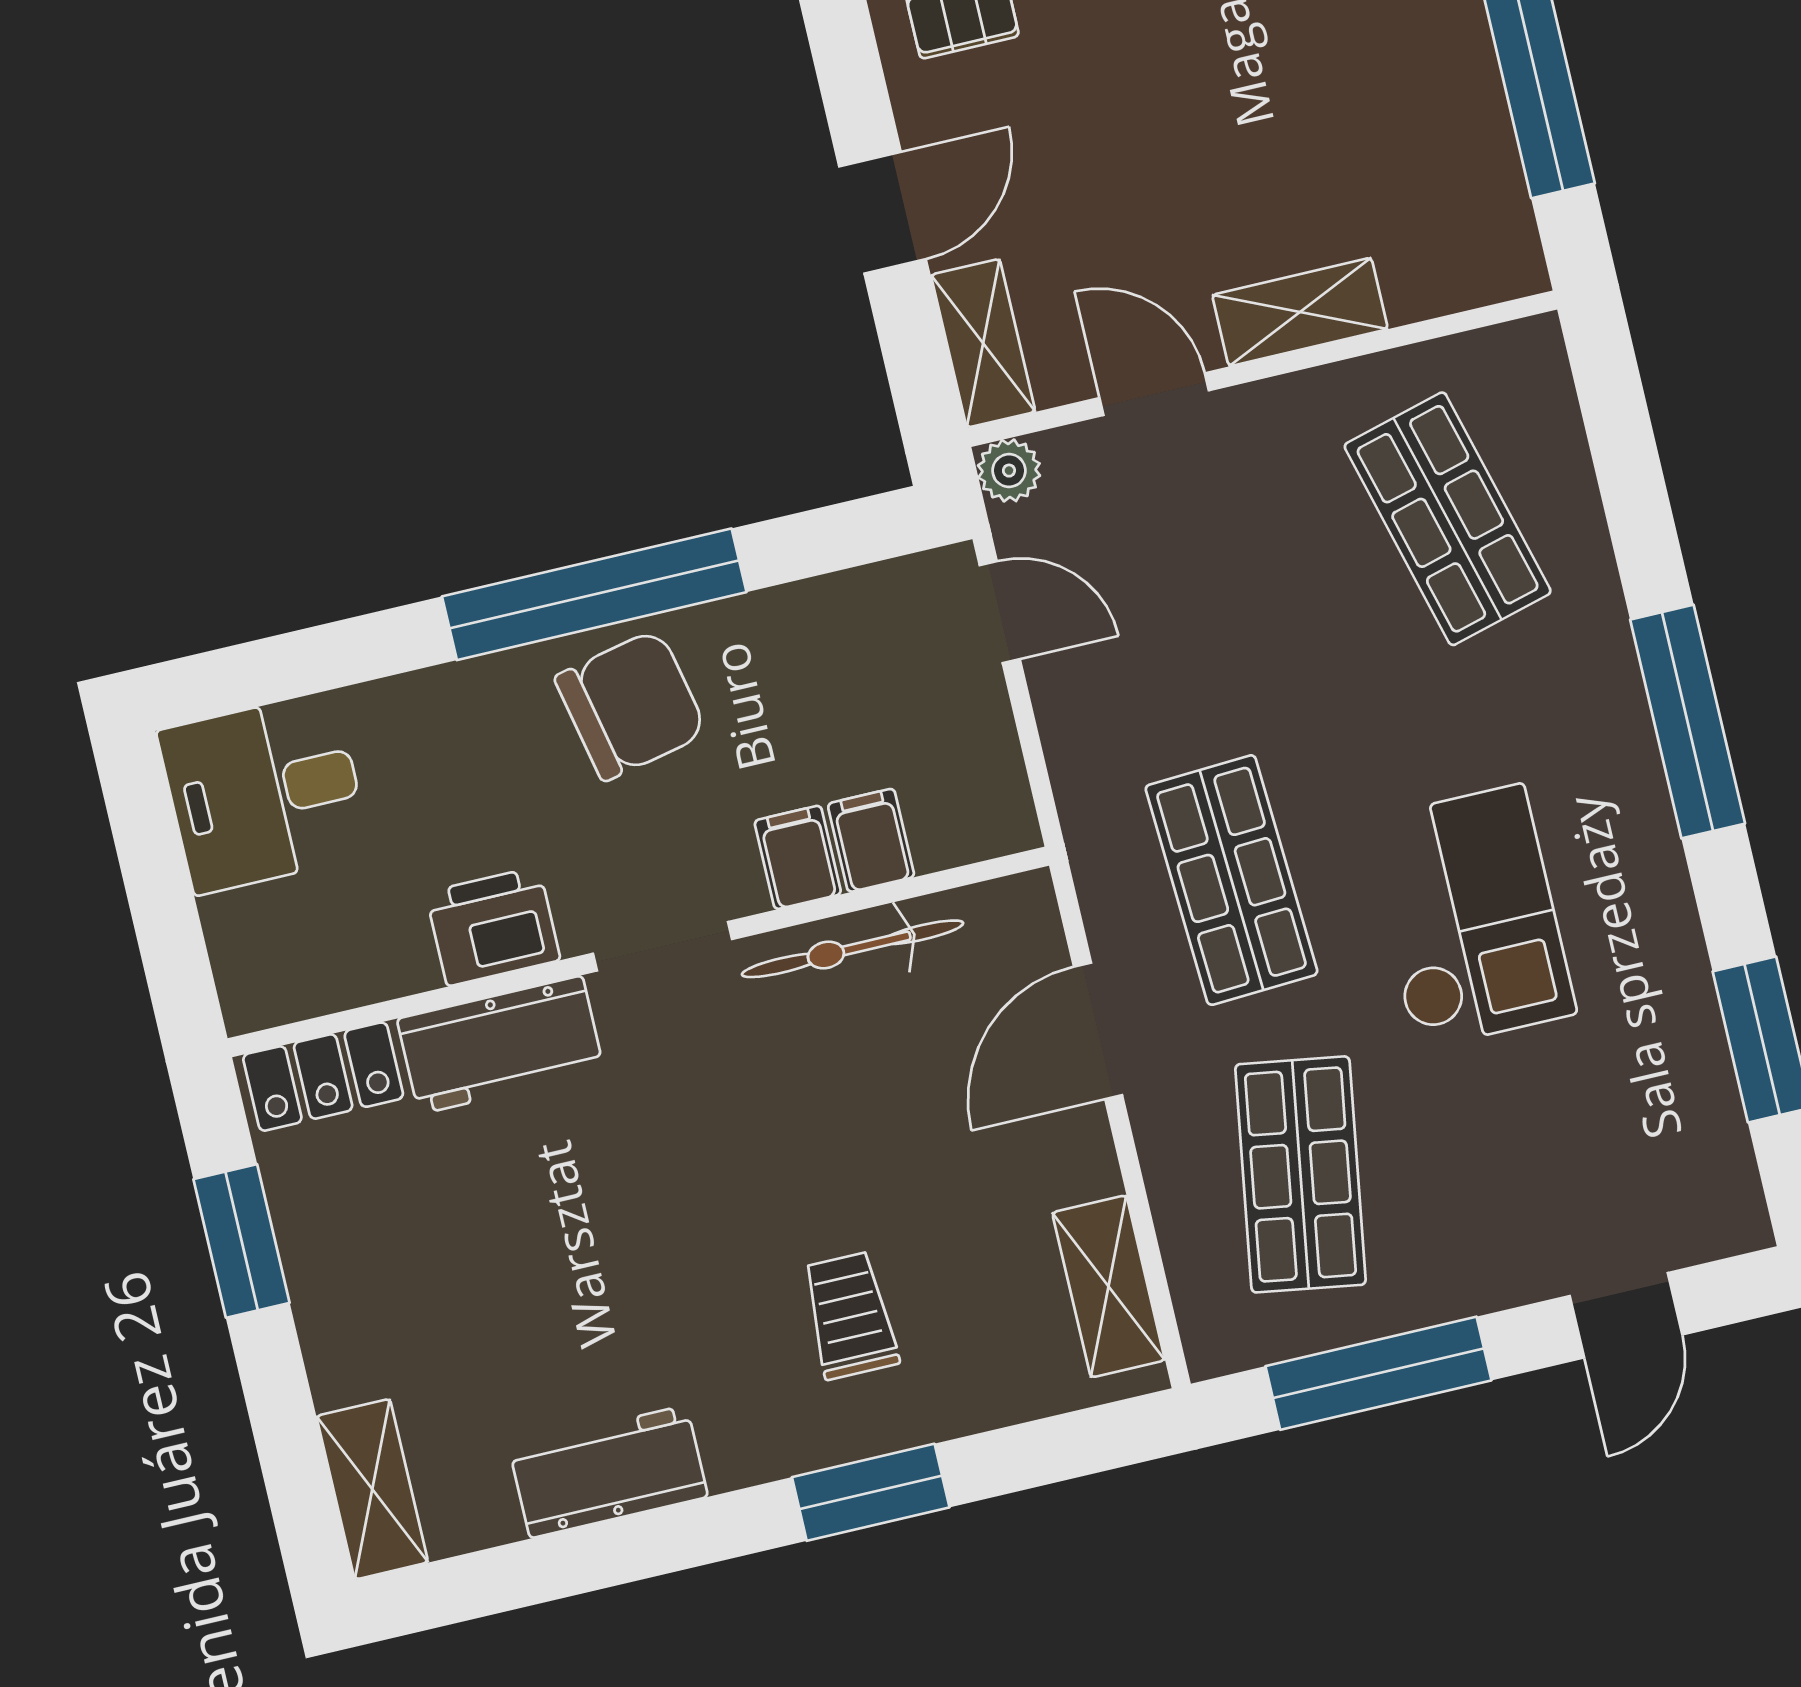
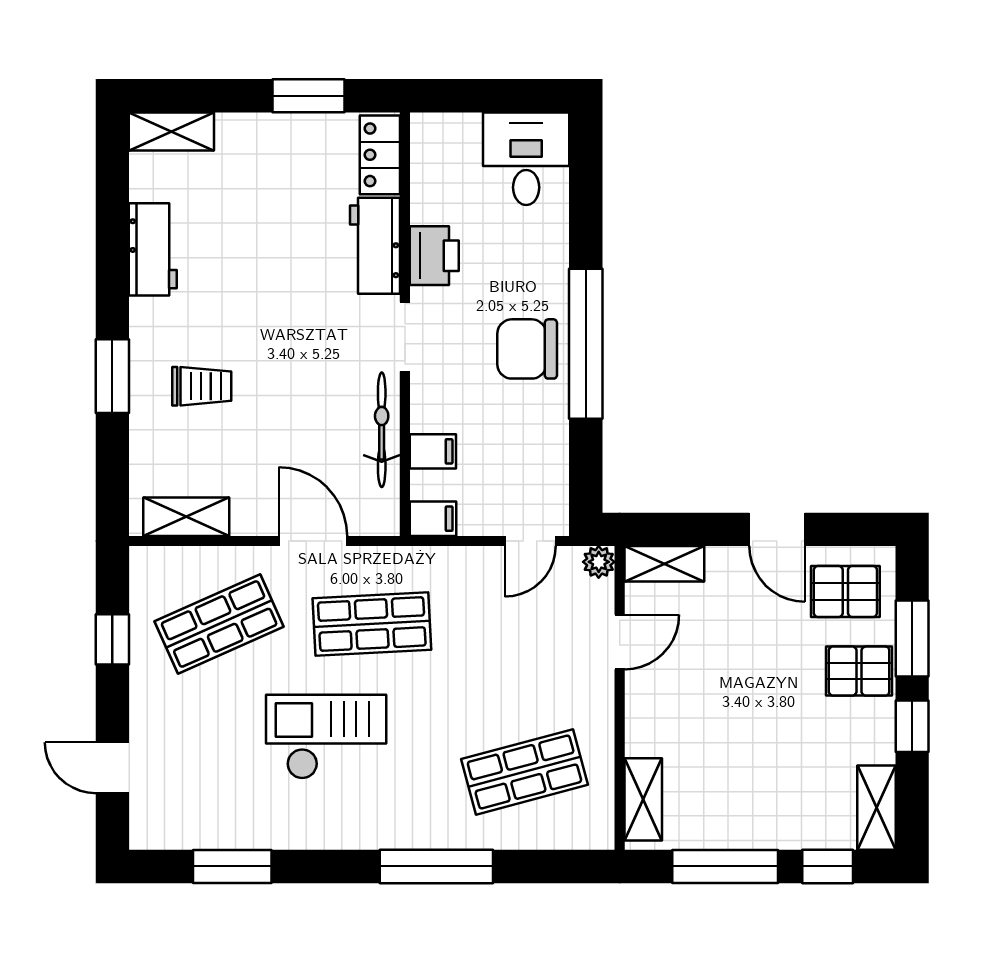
door: (883, 213) -> (777, 529), moved
shelving: (1300, 312) -> (643, 799), moved
chair: (631, 705) -> (527, 349), turned 102
window: (1688, 722) -> (436, 866), moved
filing cabinet: (798, 857) -> (433, 519), moved
checkout: (1469, 917) -> (326, 737), turned 180
shop shelf: (1301, 1174) -> (219, 624), turned -33
window: (1378, 1373) -> (112, 639), width x0.46

